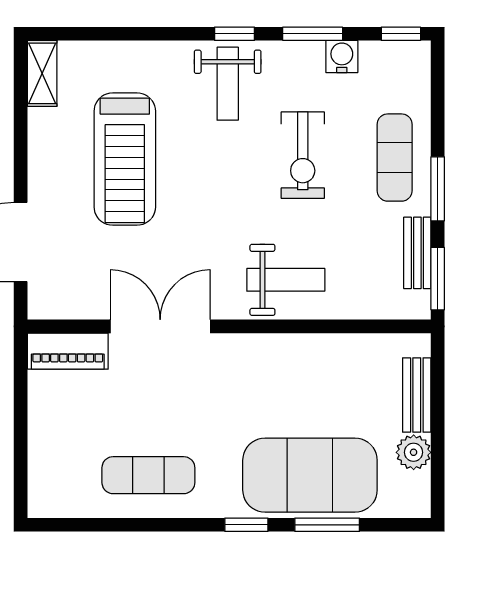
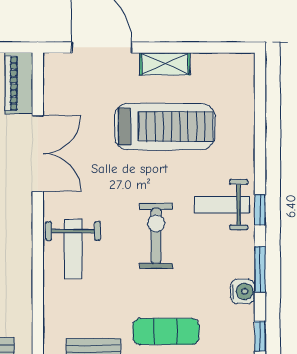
shelving: (42, 73) -> (165, 64), moved
exercise bike: (303, 155) -> (156, 236), moved, turned 90
treadmill: (125, 159) -> (165, 127), turned 180

